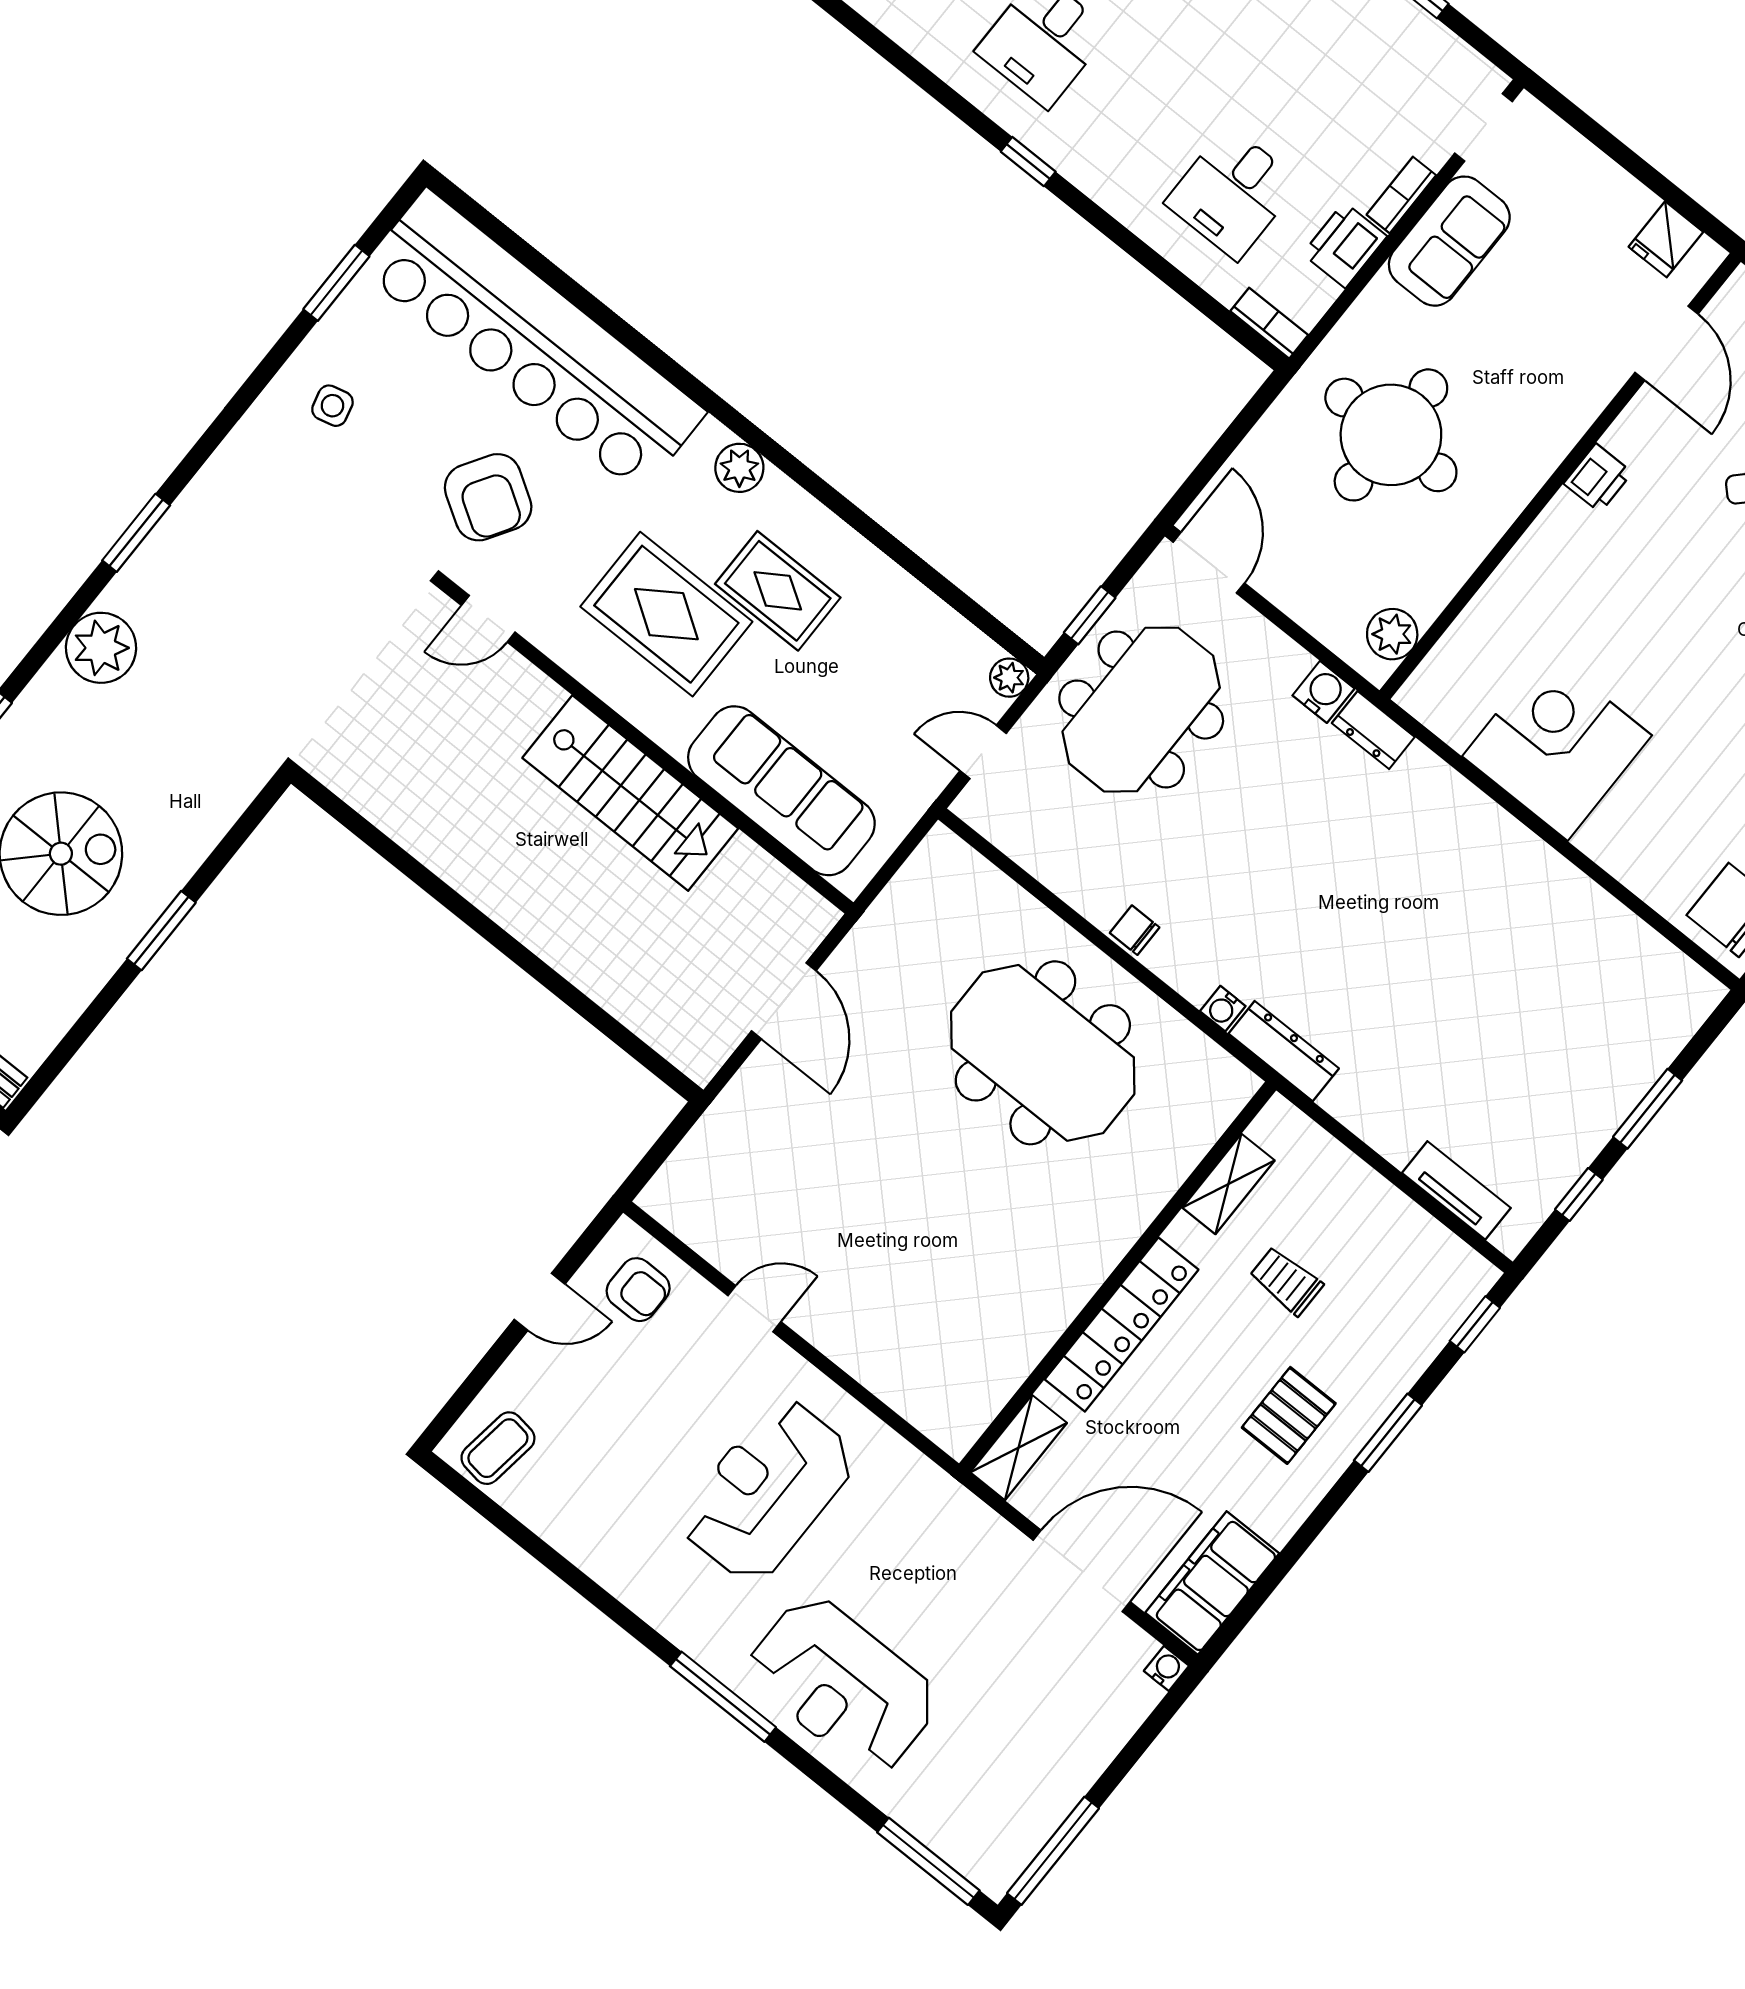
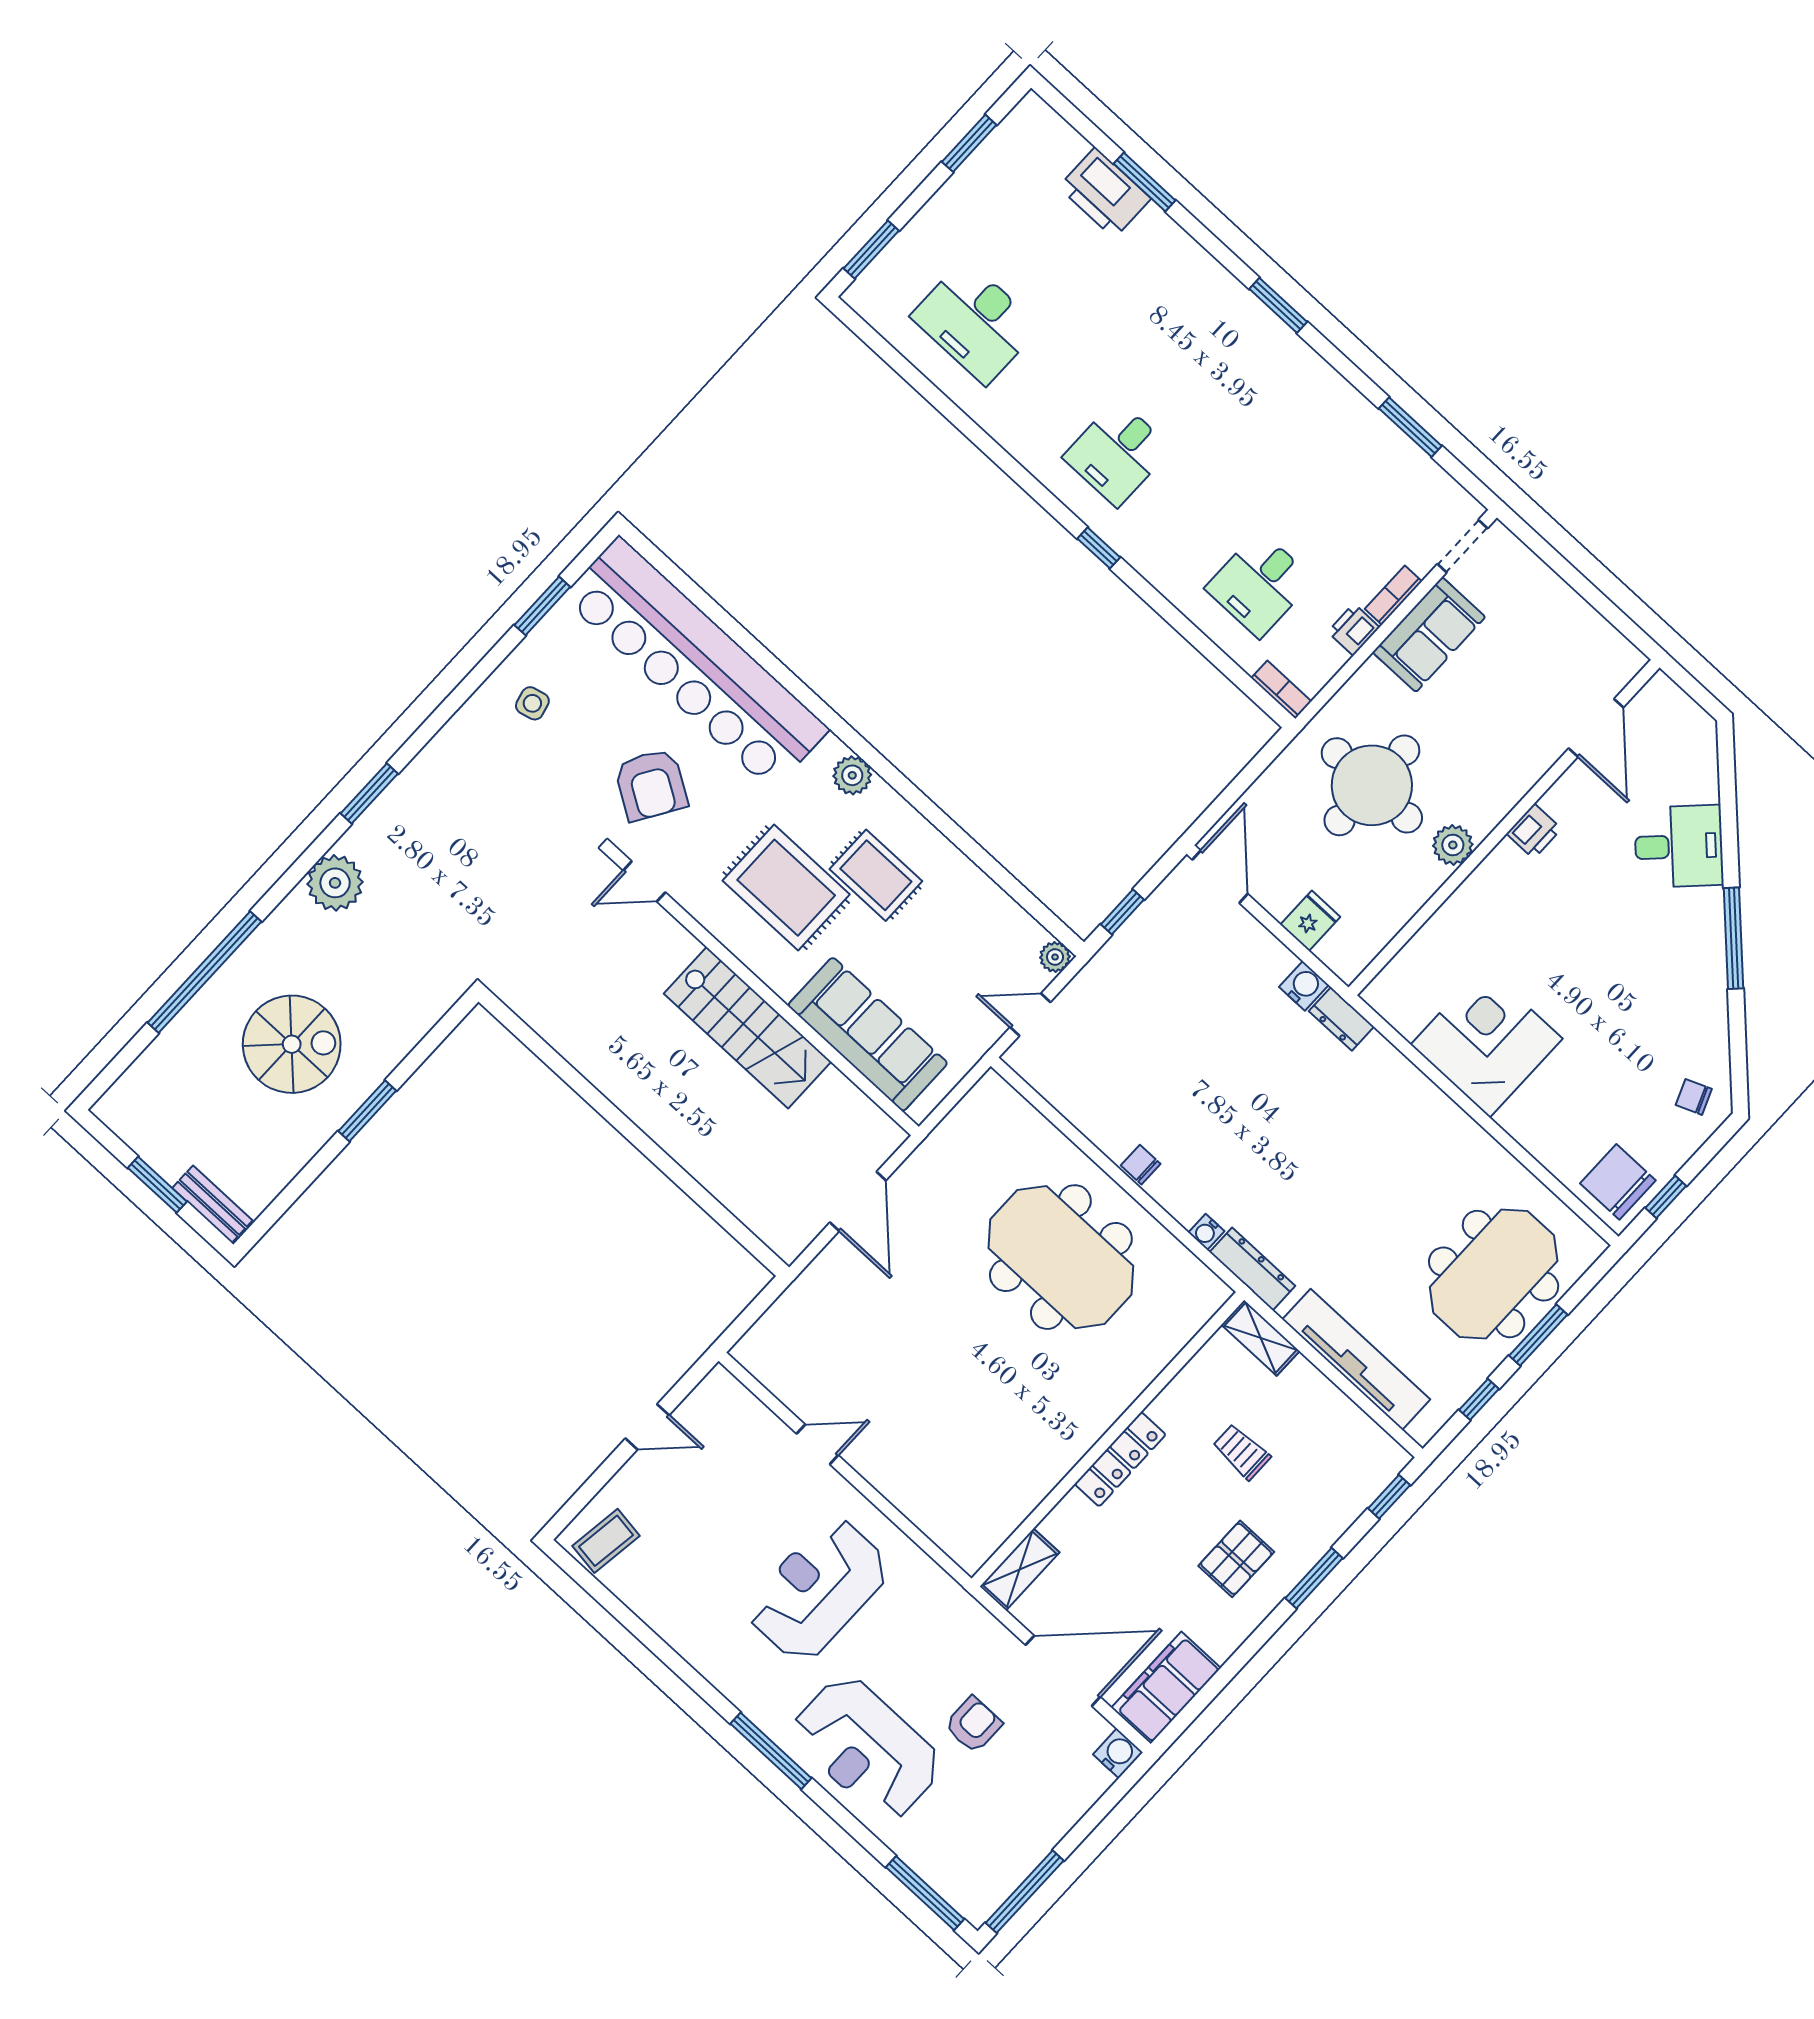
fridge: (1666, 239) -> (1310, 921), moved, turned 180
printer: (1345, 245) -> (1354, 630), width x0.73, depth x0.81
plant: (1392, 634) -> (1453, 845), moved
meeting table: (1141, 710) -> (1494, 1274), moved
shelving: (1228, 1184) -> (1260, 1338), moved, turned 90
tv unit: (1456, 1190) -> (1356, 1359), width x1.92, depth x1.29
armchair: (638, 1290) -> (973, 1725), moved, turned -90
locker: (1122, 1324) -> (1120, 1459), width x0.71, depth x0.83
water cooler: (1166, 1668) -> (1118, 1753), width x1.38, depth x1.38

